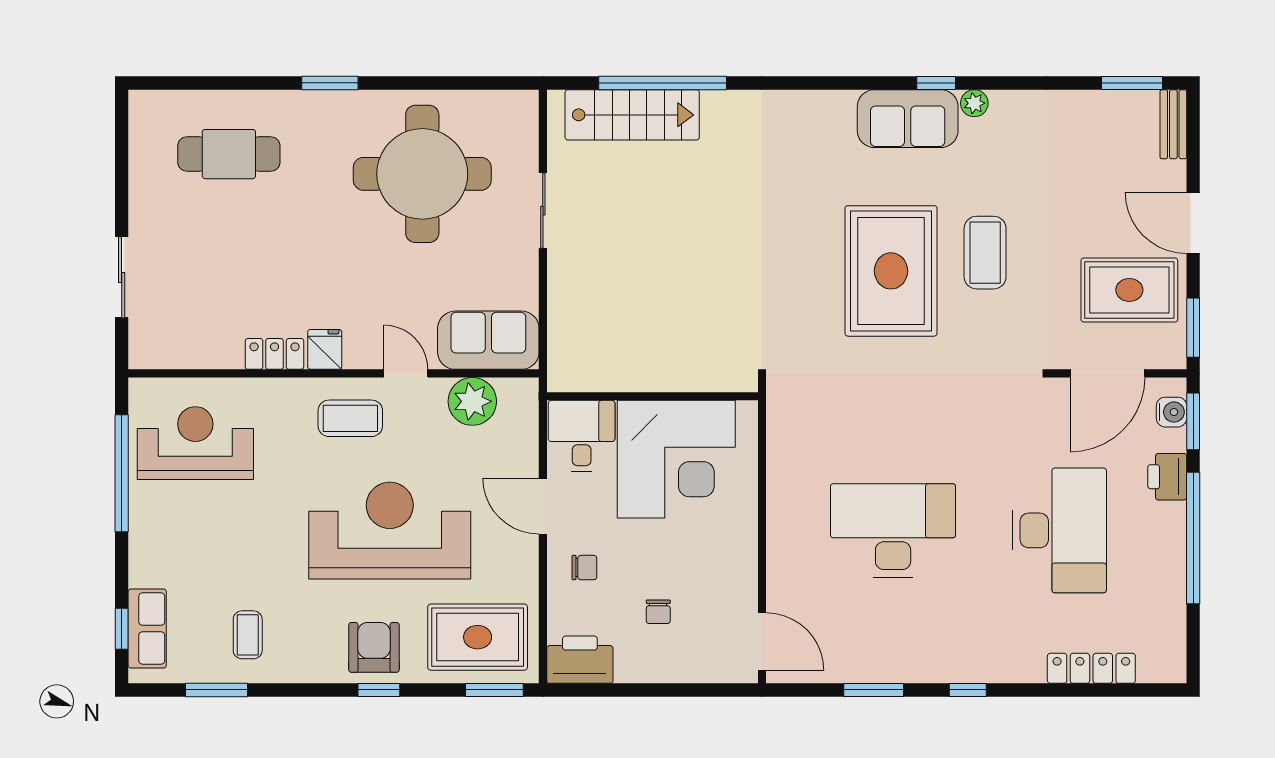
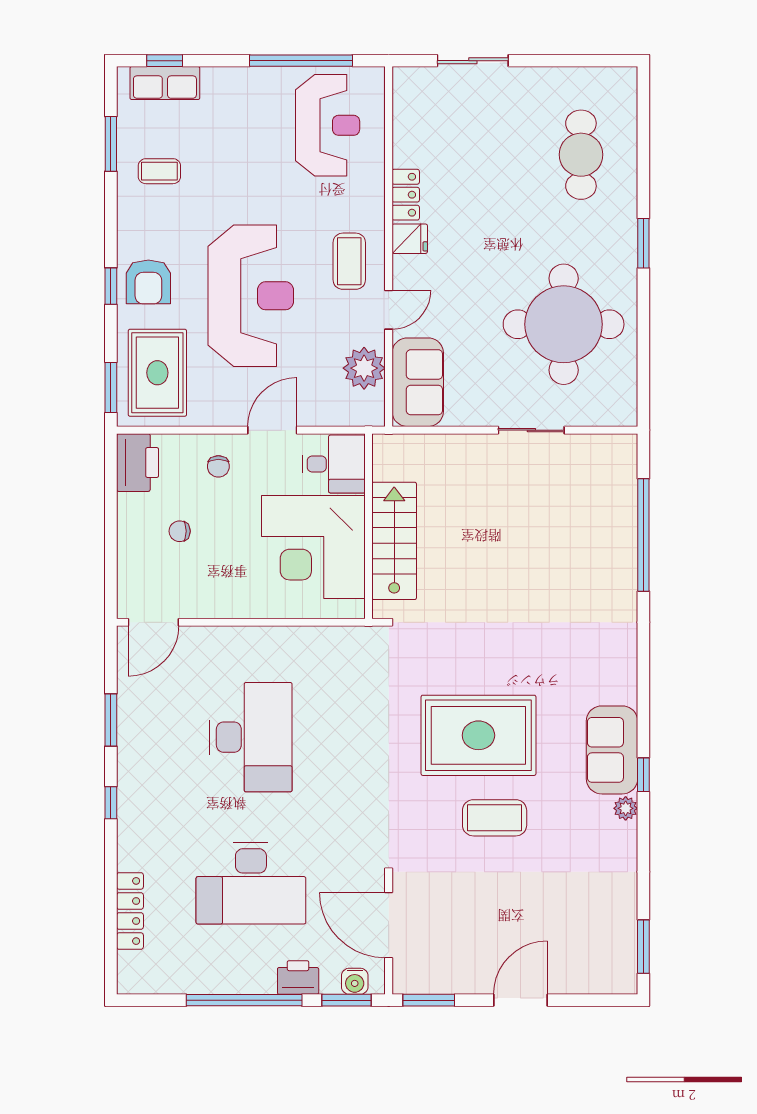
stairs: (632, 115) -> (394, 541), moved, turned 180
bench: (1173, 124) -> (607, 983), removed
rug: (1129, 290) -> (462, 944), removed
armchair: (374, 647) -> (148, 282), turned 90

